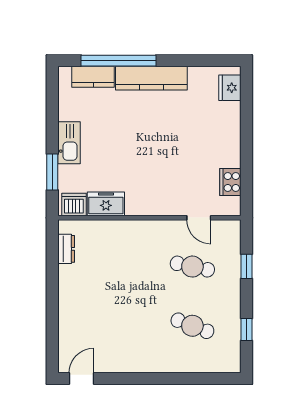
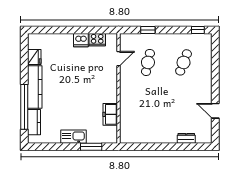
fridge: (230, 88) -> (34, 57), moved, turned -90
dishwasher: (74, 204) -> (81, 40), moved, turned -90
dresser: (66, 249) -> (186, 138), moved
window: (247, 330) -> (198, 30), moved
door: (81, 378) -> (215, 111), moved

